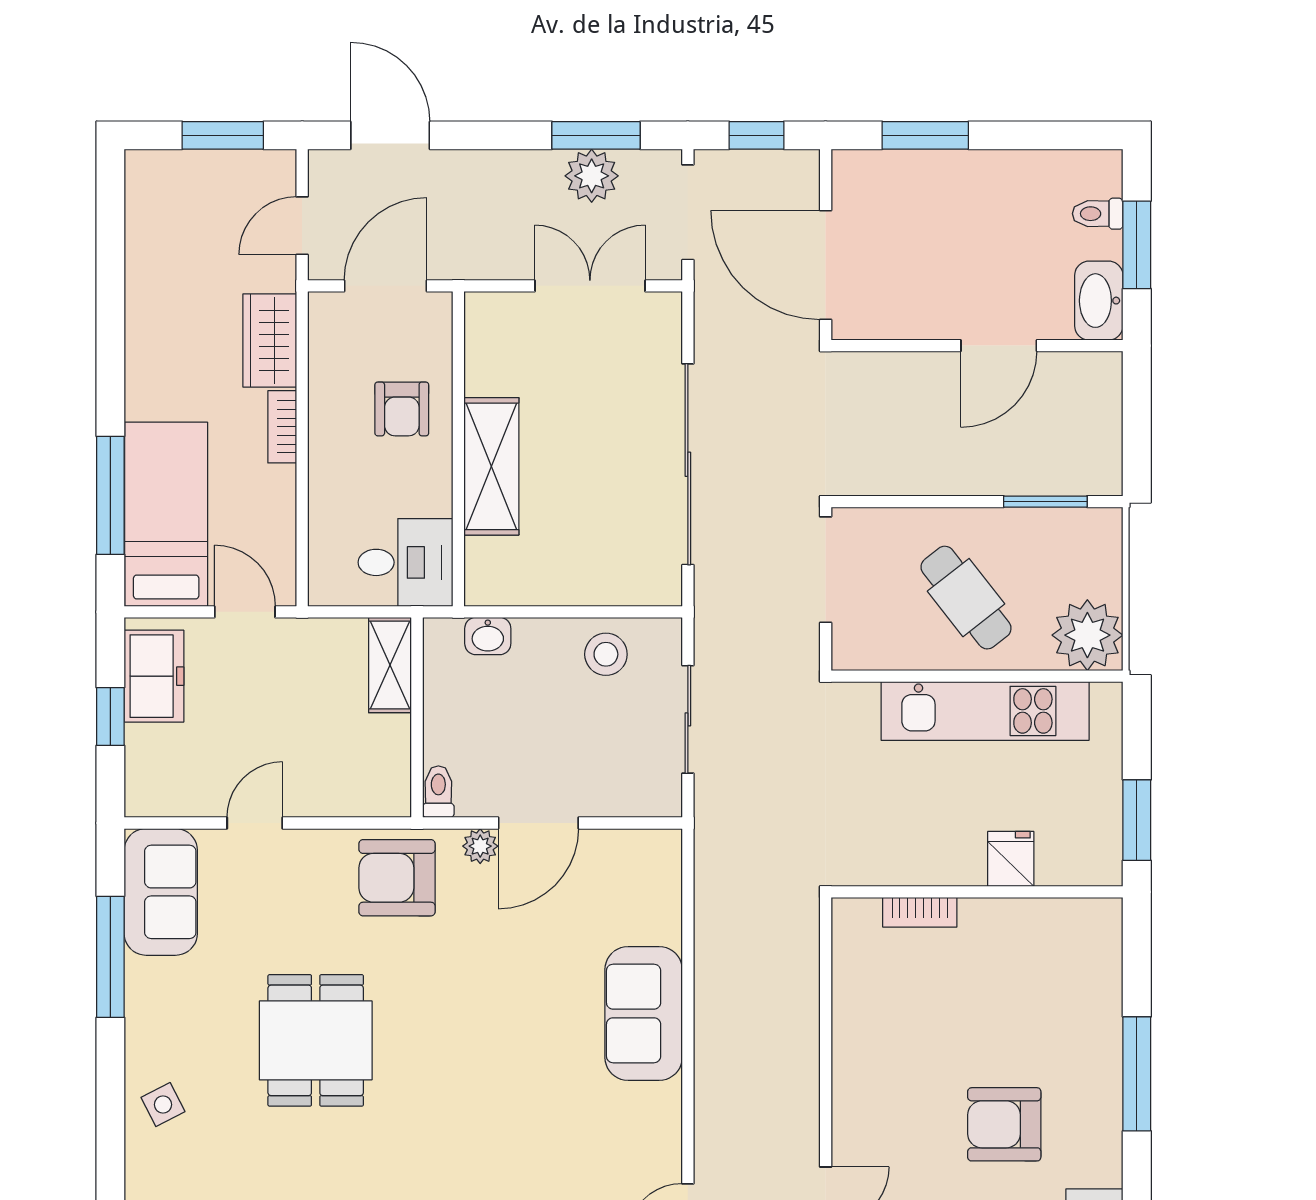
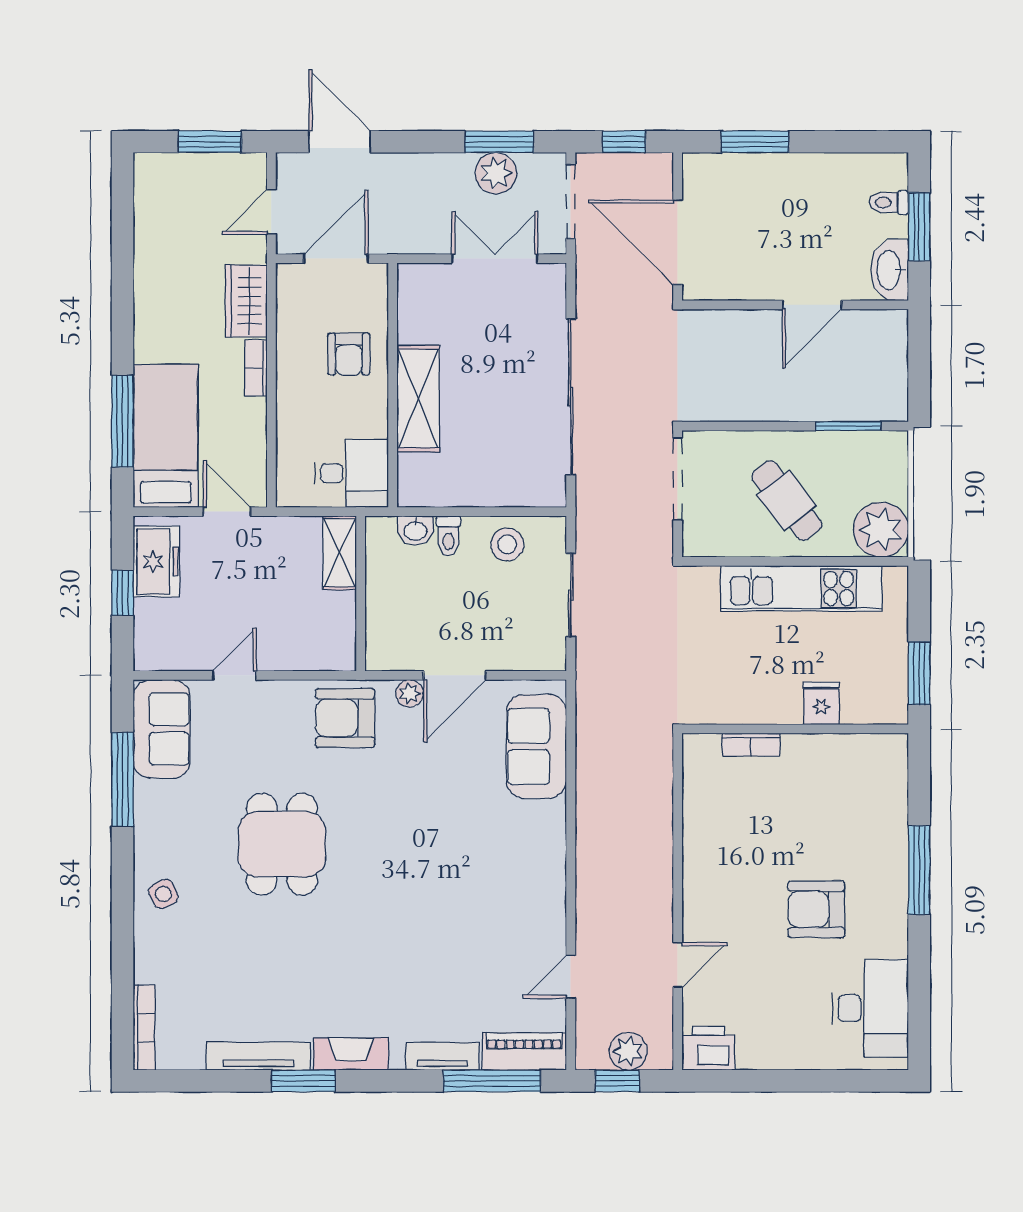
toilet: (438, 792) -> (449, 536), moved, turned 180
sofa: (644, 1013) -> (536, 746), moved

